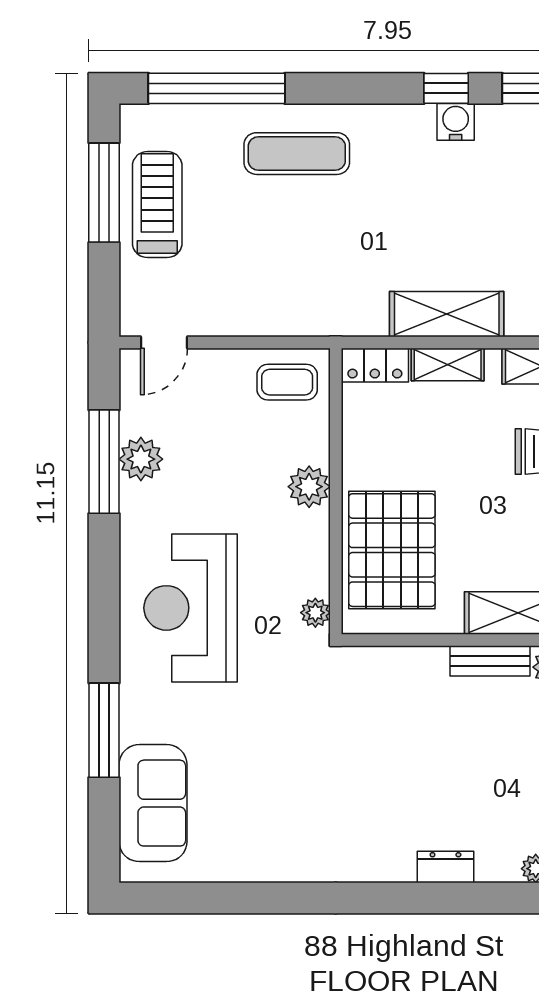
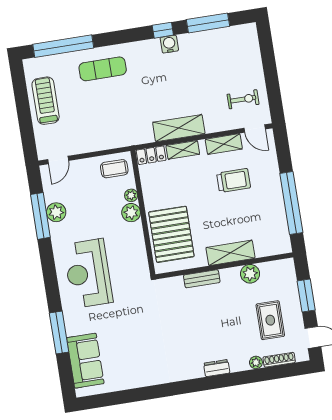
window: (104, 193) -> (22, 99), removed
plant: (315, 613) -> (131, 195), moved
bench: (490, 661) -> (202, 279), moved

